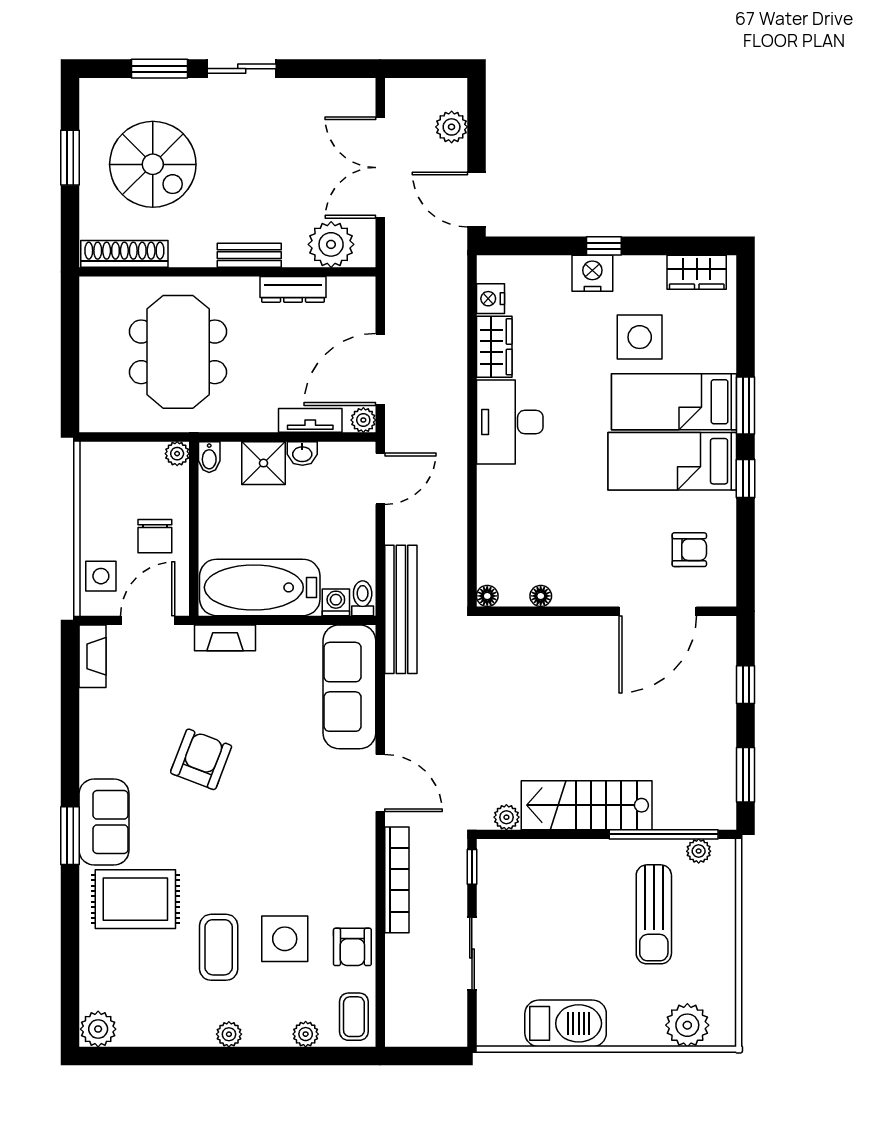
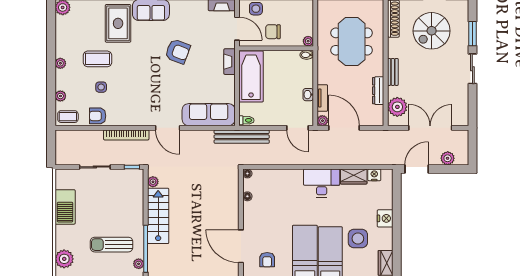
window: (604, 246) -> (397, 223), removed
meeting table: (178, 352) -> (352, 42), turned 90
shower: (264, 463) -> (304, 78), removed
washing machine: (336, 602) -> (245, 109), removed
door: (380, 783) -> (168, 128), hinge flipped
side table: (285, 939) -> (101, 87), width x0.54, depth x0.54

